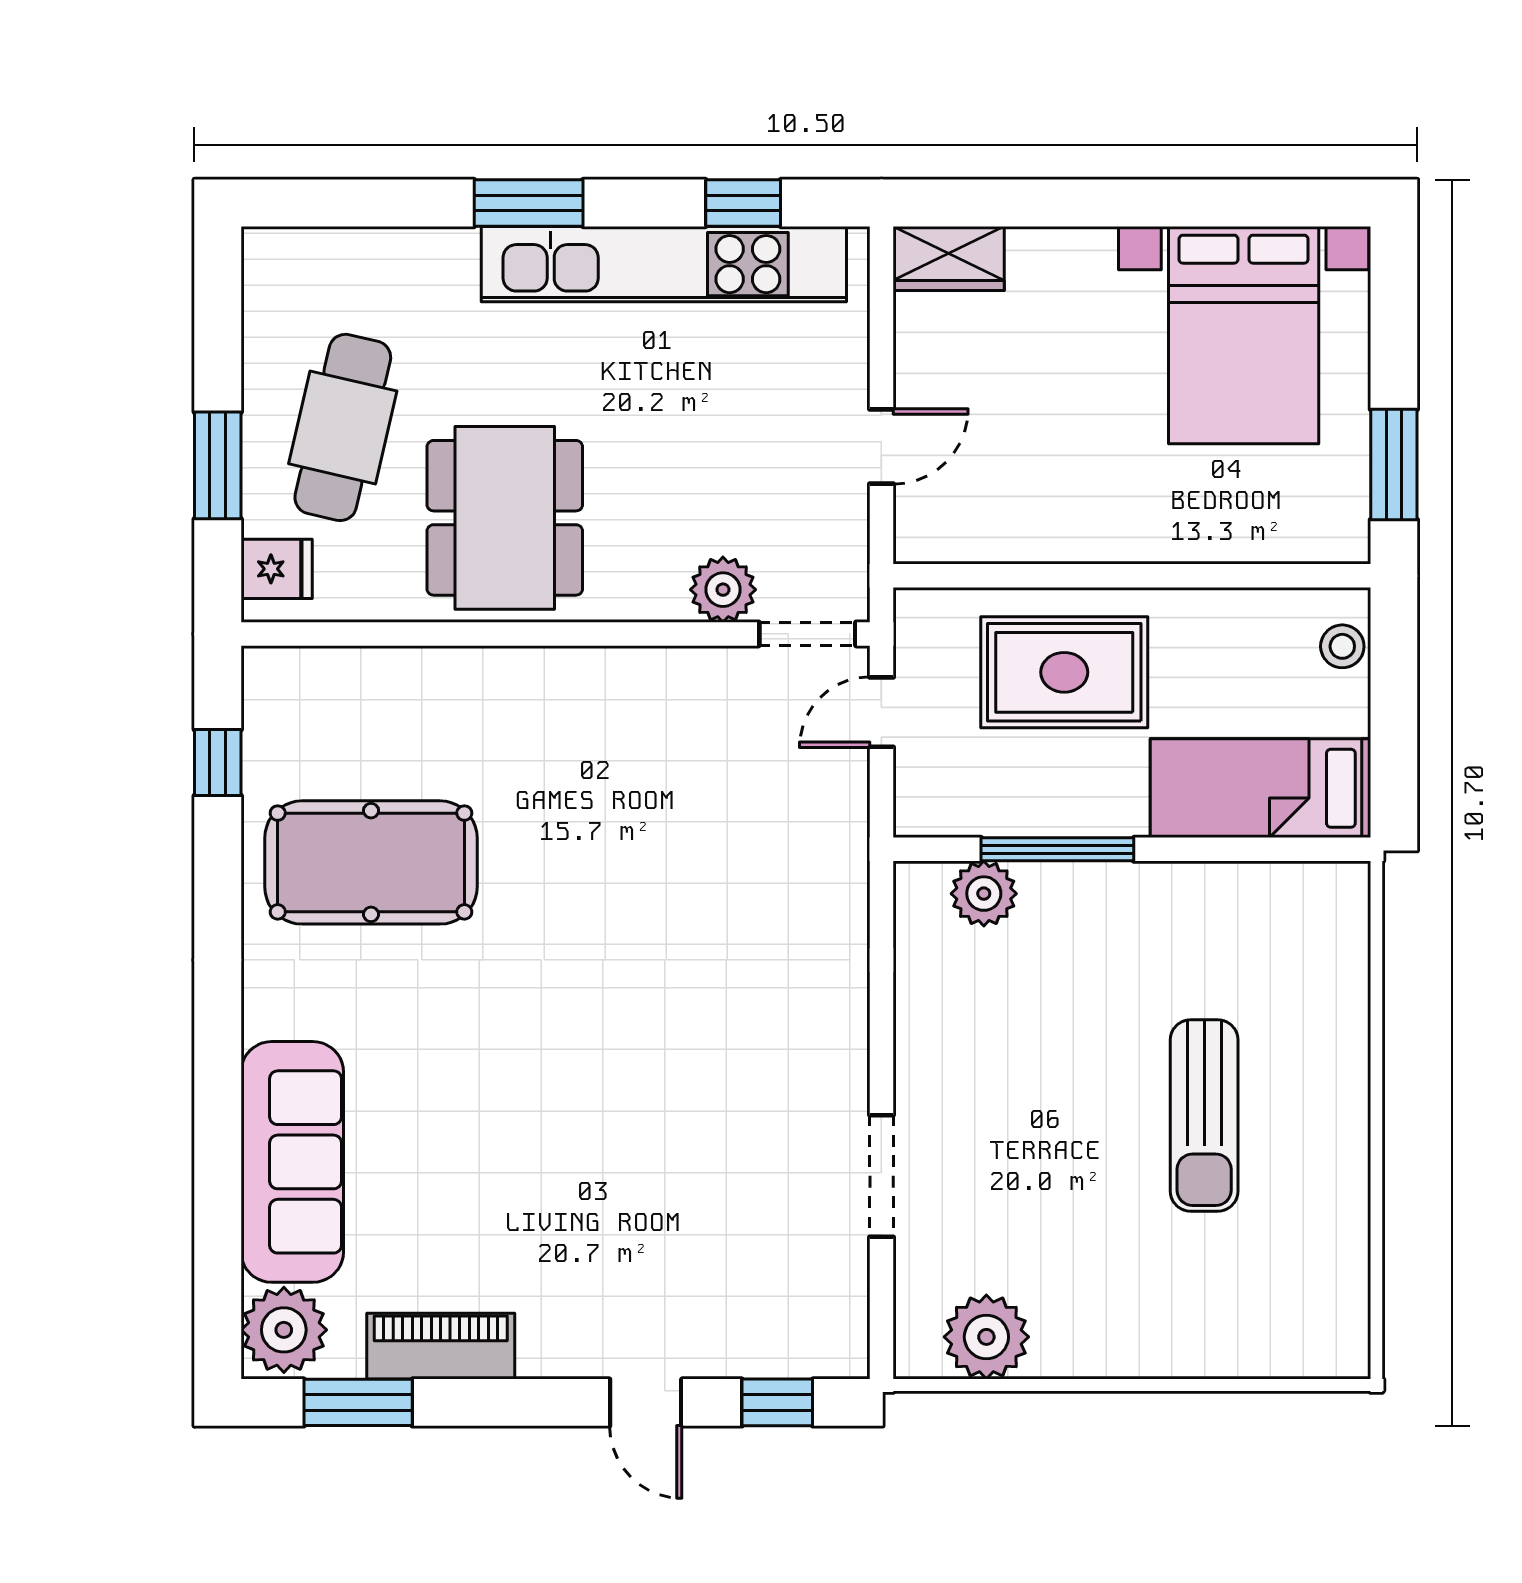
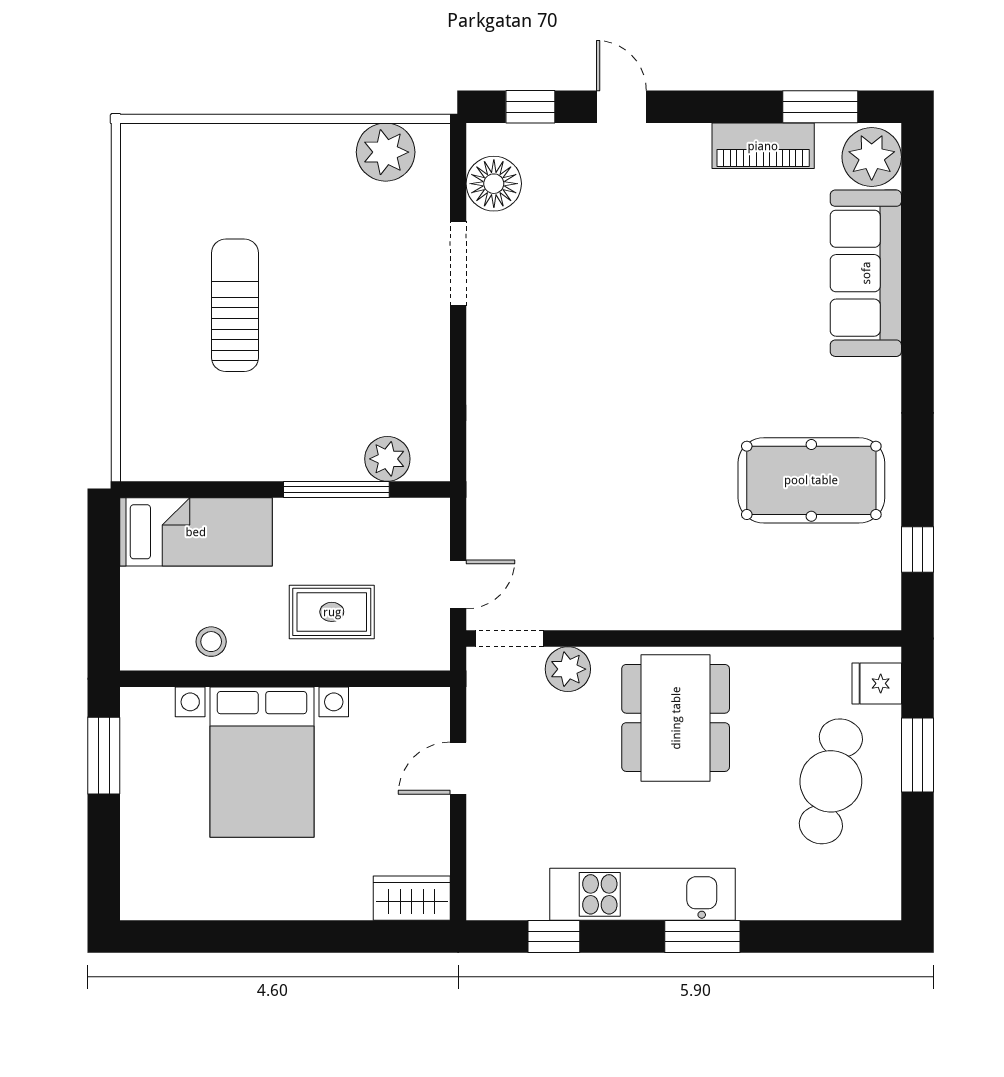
kitchen unit: (664, 264) -> (642, 894), width x0.73
bed with nightstands: (1244, 335) -> (262, 762), moved, turned 180
dining table: (505, 518) -> (676, 718), moved
stool: (1342, 646) -> (211, 642), moved
rug: (1064, 672) -> (332, 612), width x0.73, depth x0.70
floor lamp: (830, 1291) -> (494, 184), added

